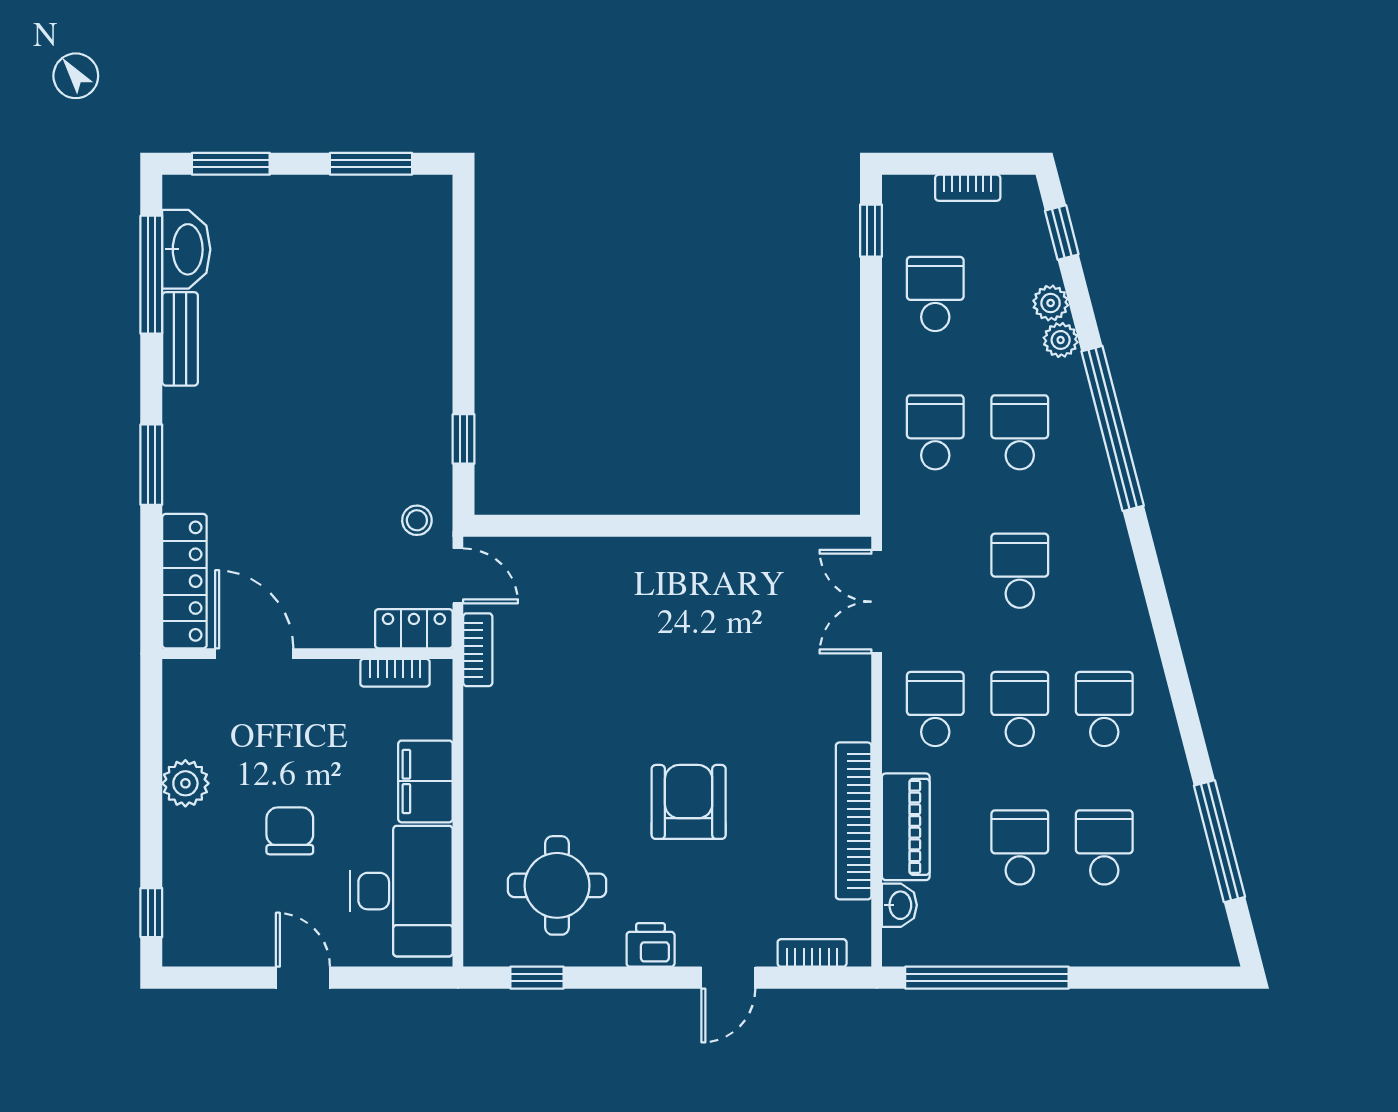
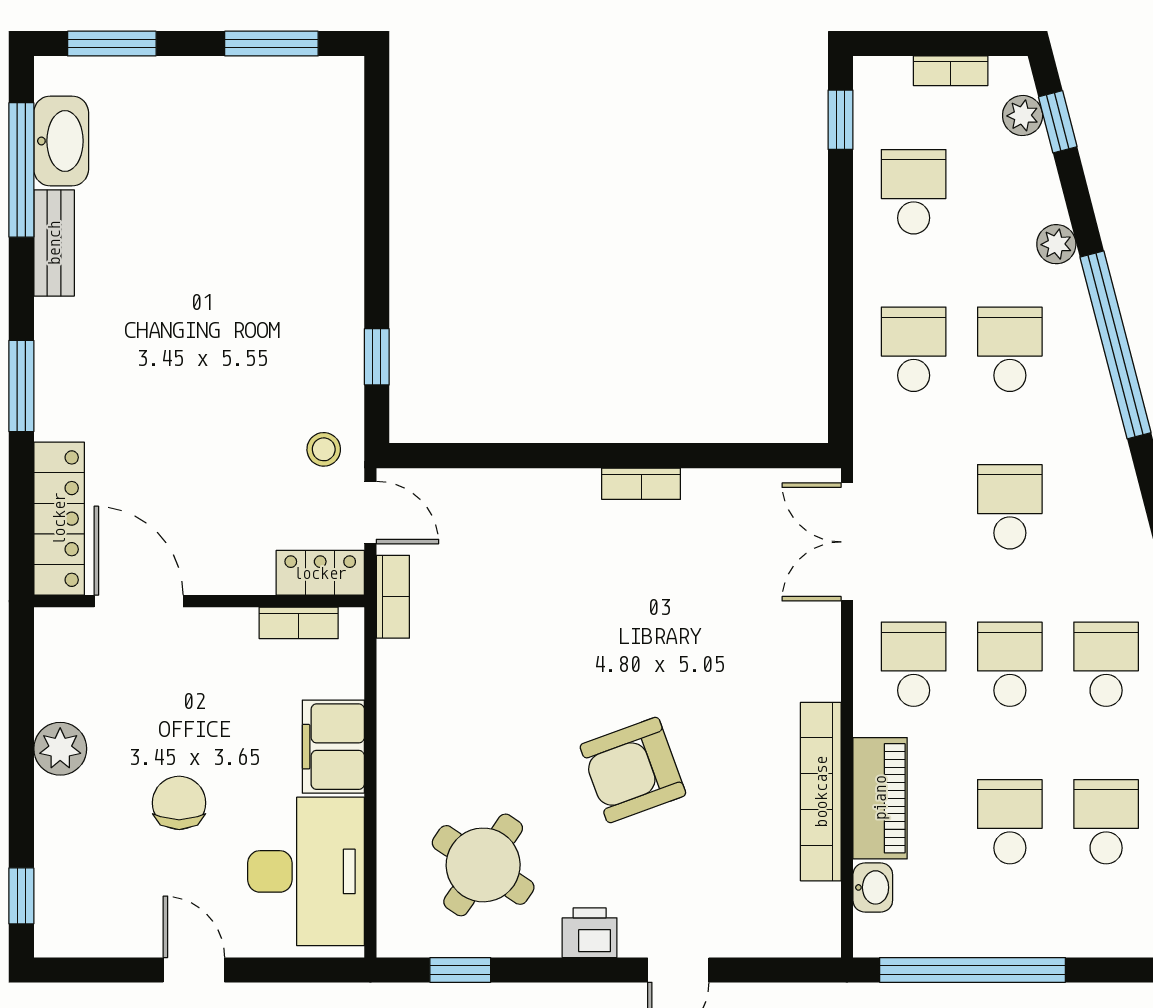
plant: (1051, 303) -> (1023, 115), moved
armchair: (689, 802) -> (633, 770), turned -110
round table: (557, 885) -> (483, 865), turned 34
bookcase: (812, 953) -> (641, 484), moved, turned 180

